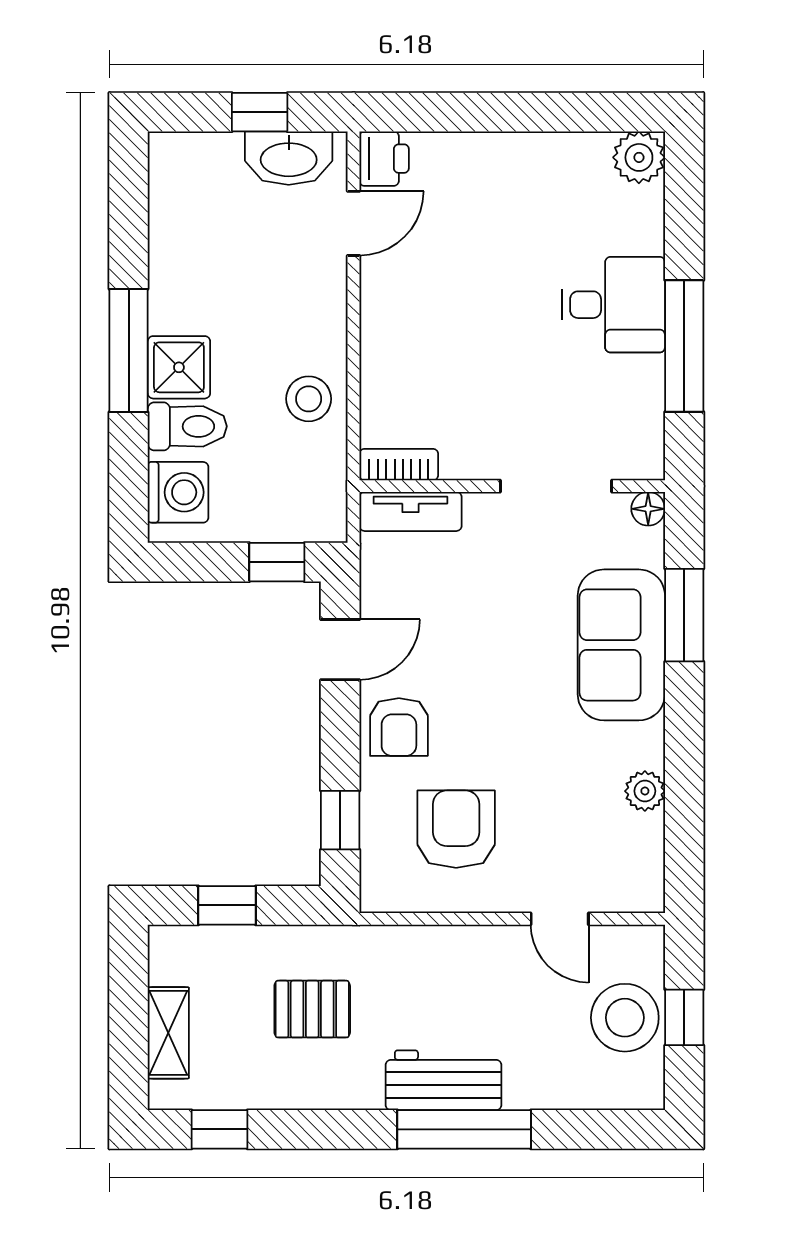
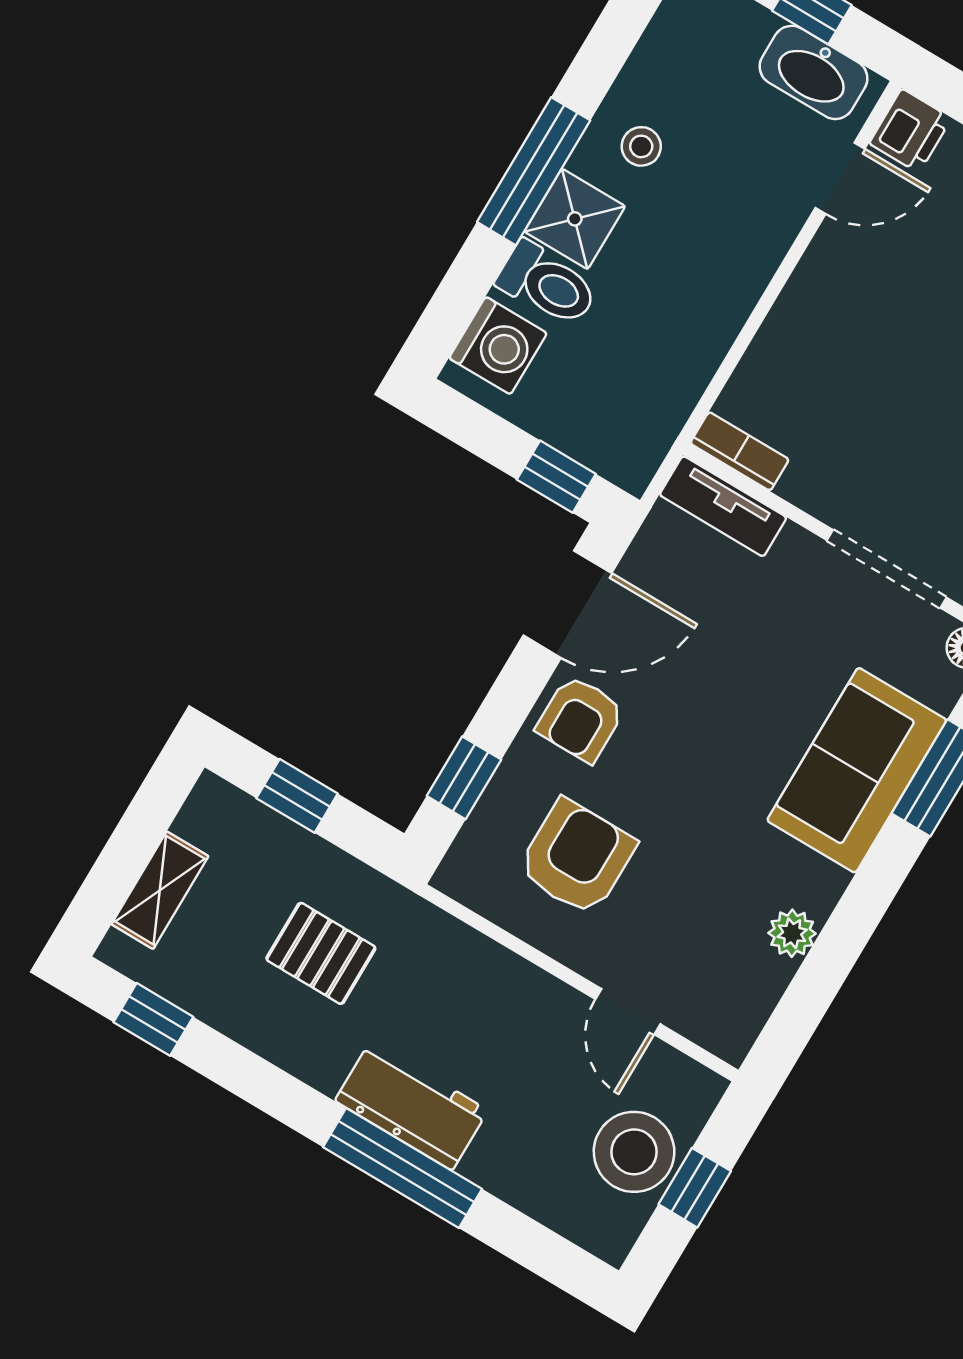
stool: (309, 399) -> (641, 146), moved, width x0.73, depth x0.73
door: (340, 650) -> (567, 604), width x1.38

